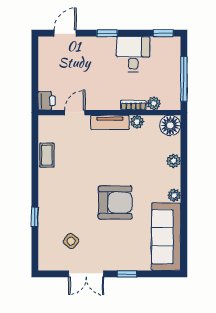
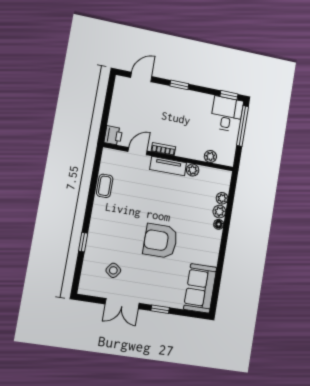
desk: (133, 54) -> (227, 114), moved
window: (184, 79) -> (243, 126), moved
bookcase: (133, 105) -> (163, 149), moved
floor lamp: (170, 125) -> (219, 224), moved, width x0.53, depth x0.53
plant: (174, 195) -> (222, 198), moved
armchair: (115, 203) -> (160, 241), turned 180
sofa: (166, 237) -> (200, 288), width x0.73

